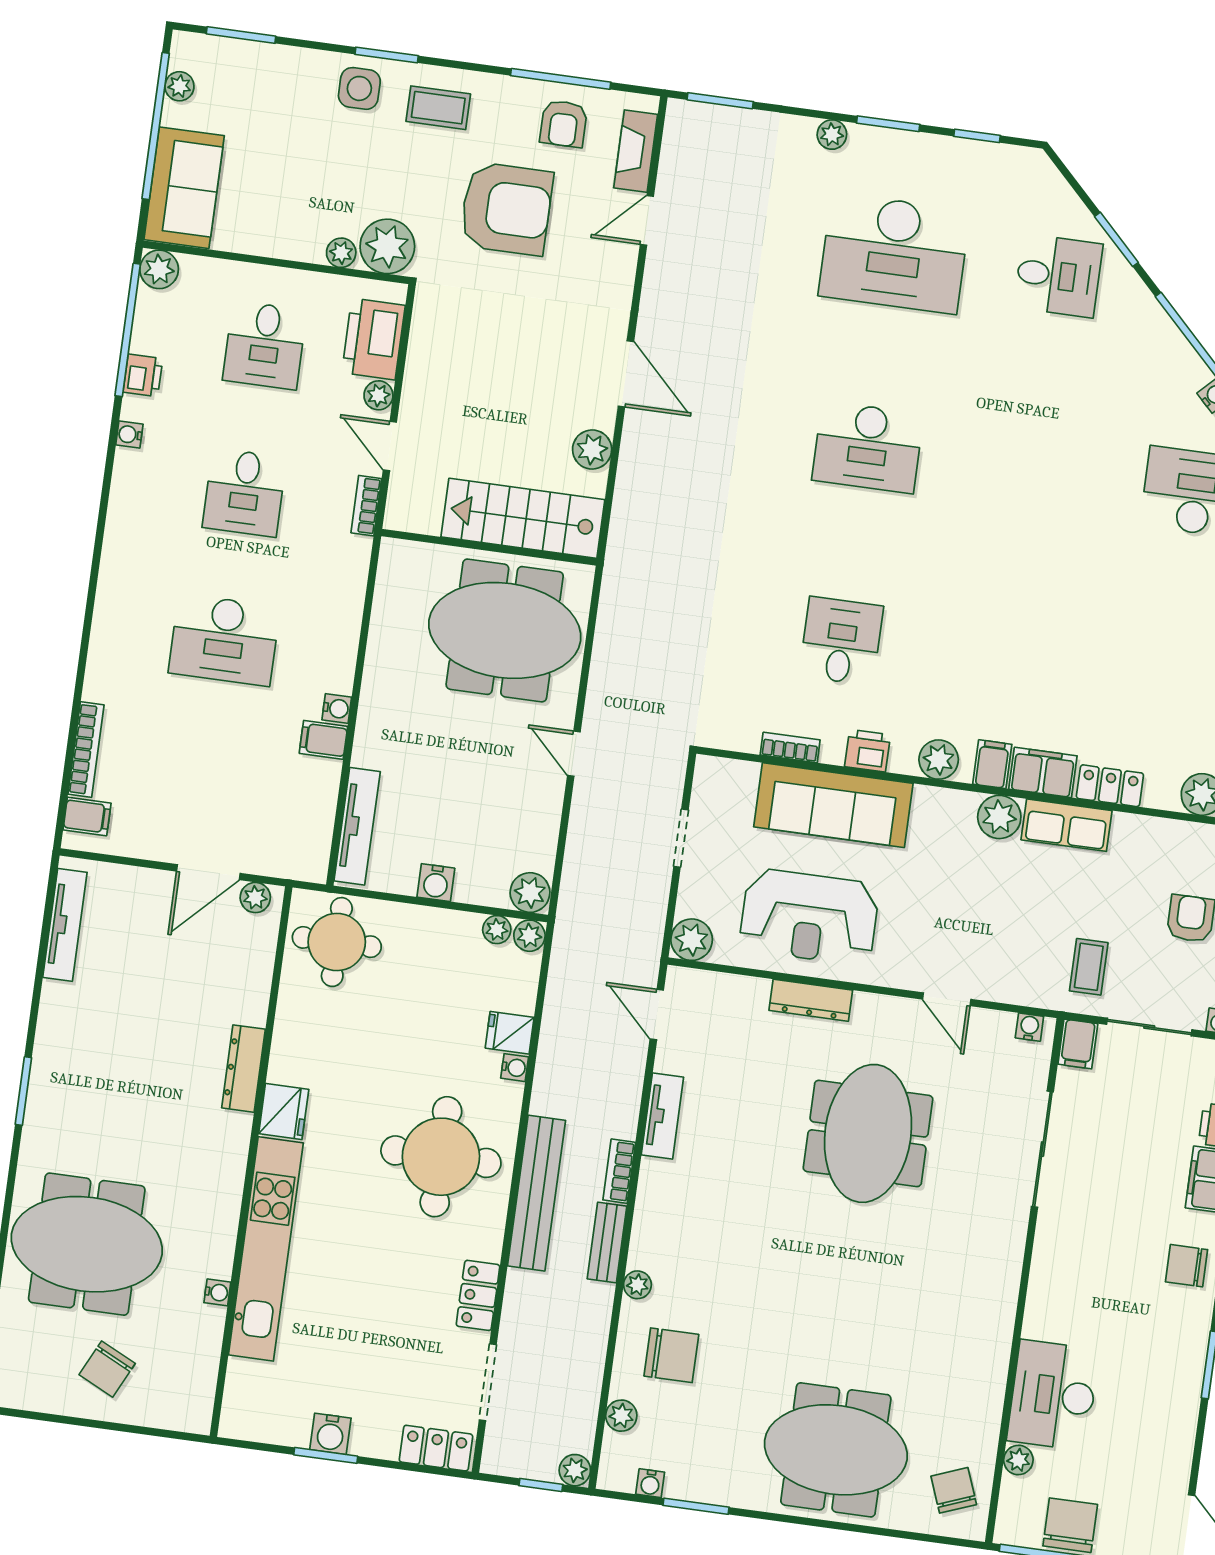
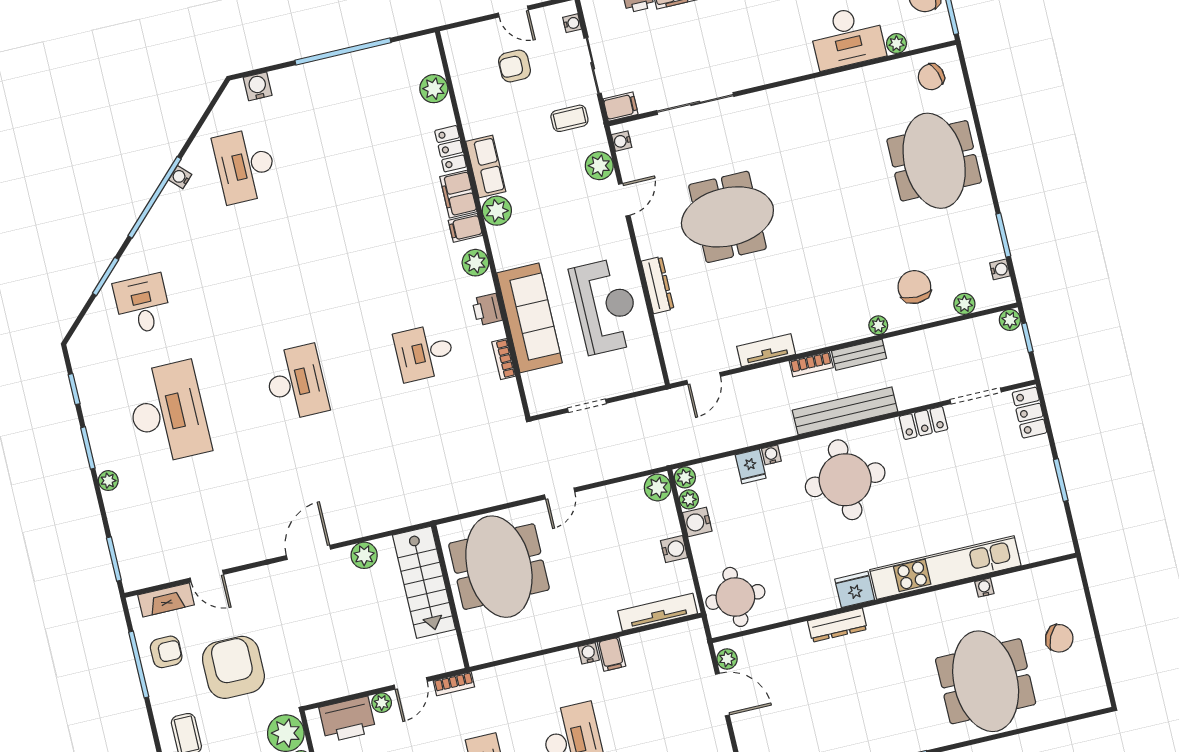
plant: (692, 940) -> (599, 166), moved
water cooler: (330, 1434) -> (697, 522), moved, turned 180

